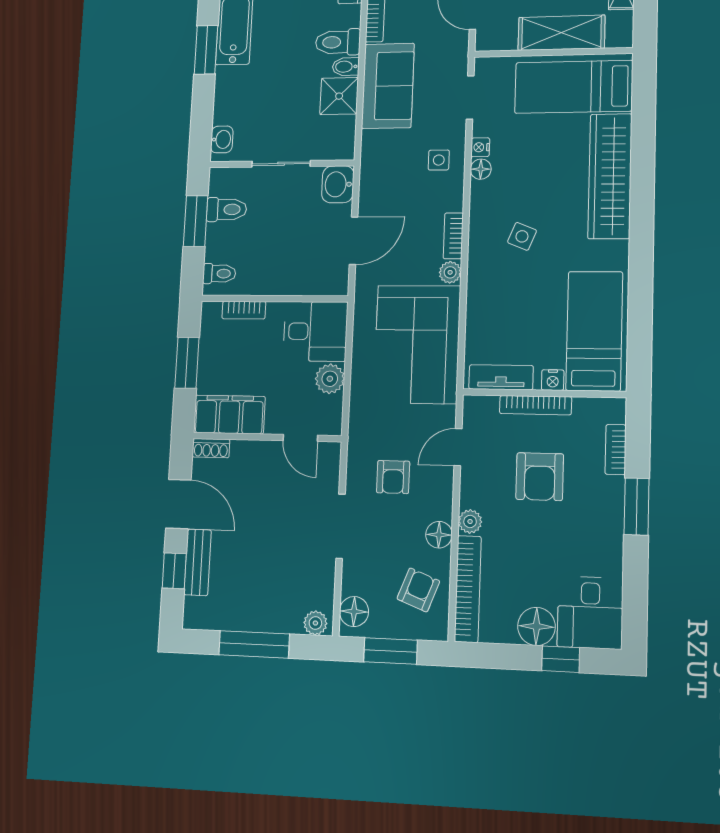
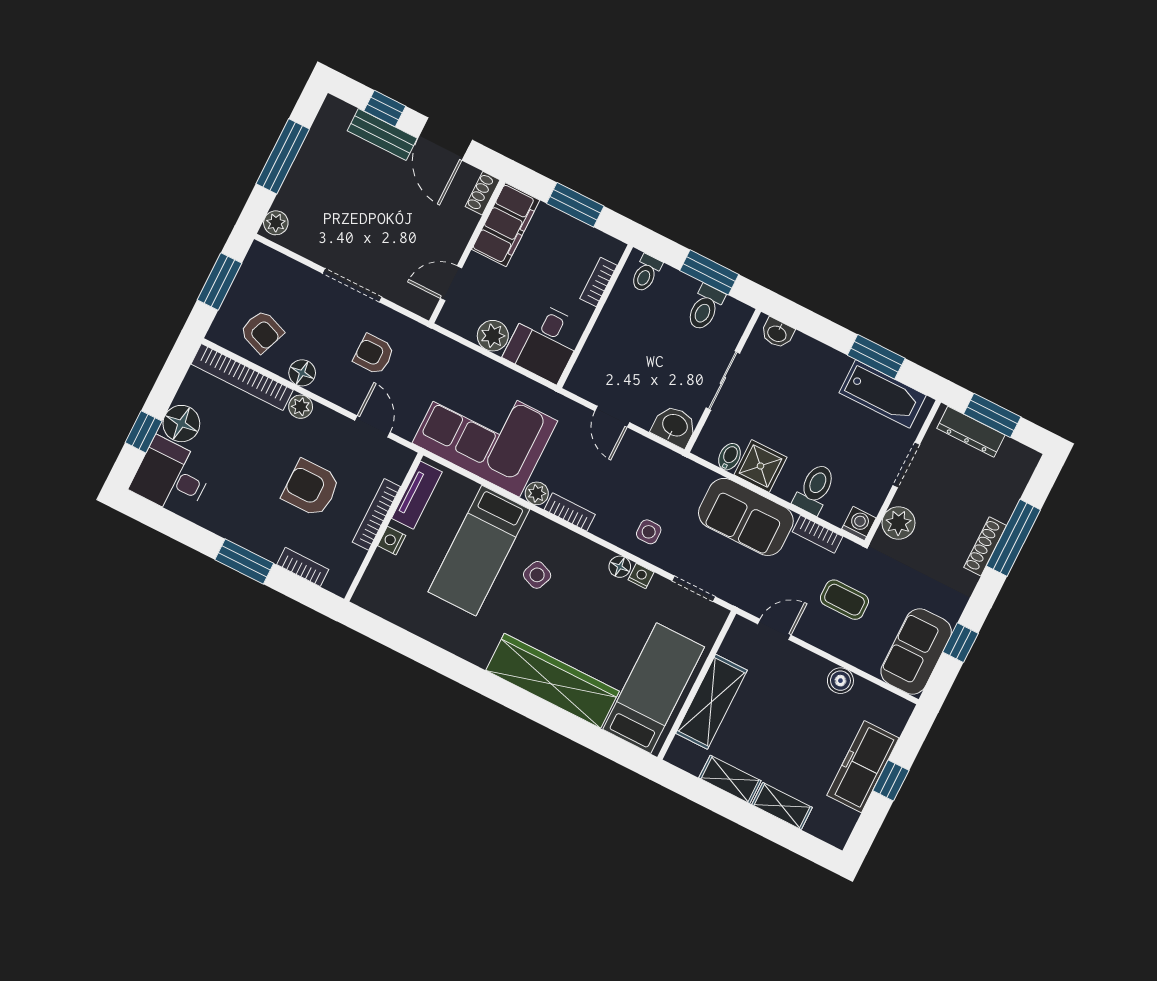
bidet: (346, 67) -> (729, 457), moved
door: (354, 241) -> (612, 417), width x0.73
bed: (594, 331) -> (479, 551), moved, turned 90
door: (178, 504) -> (445, 139), hinge flipped
floor lamp: (354, 612) -> (270, 263), removed

